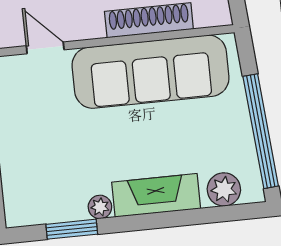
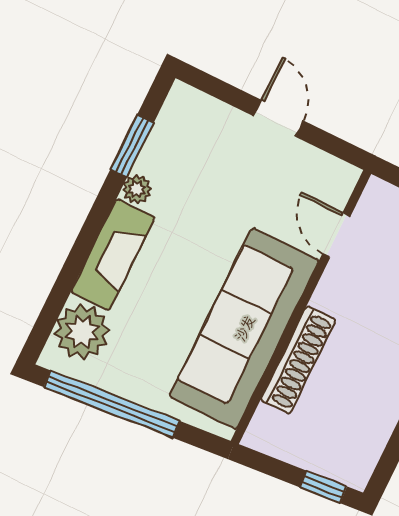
door: (45, 48) -> (336, 235), swing flipped
plant: (224, 189) -> (82, 332), width x1.36, depth x1.36

